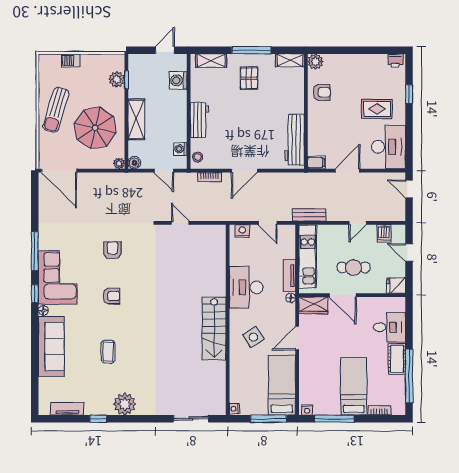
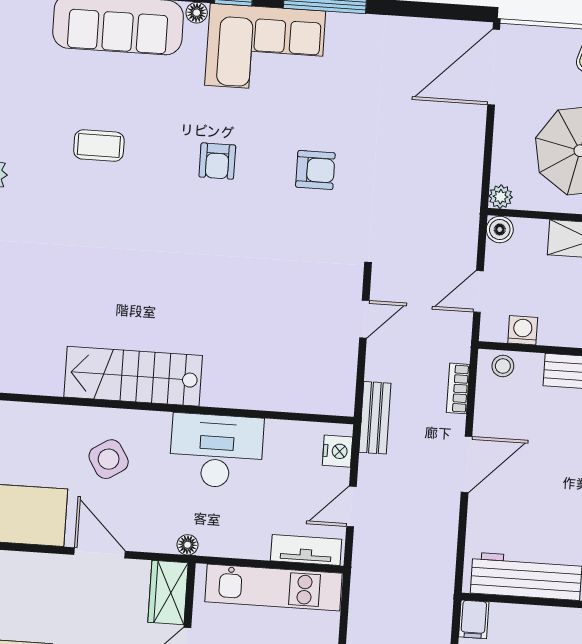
door: (244, 171) -> (467, 464), swing flipped
bench: (309, 215) -> (375, 418), moved
tv unit: (289, 276) -> (306, 550), moved

